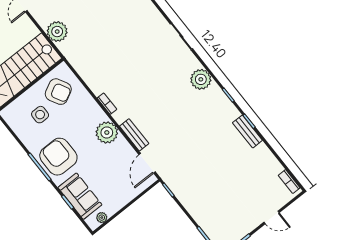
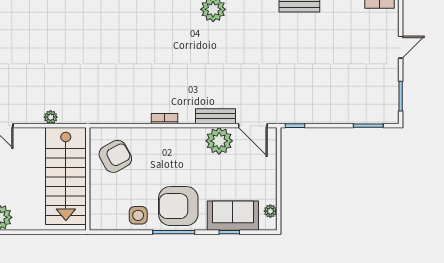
plant: (57, 32) -> (51, 117), width x0.53, depth x0.53
side table: (40, 115) -> (138, 215), moved
plant: (107, 133) -> (219, 141), moved

